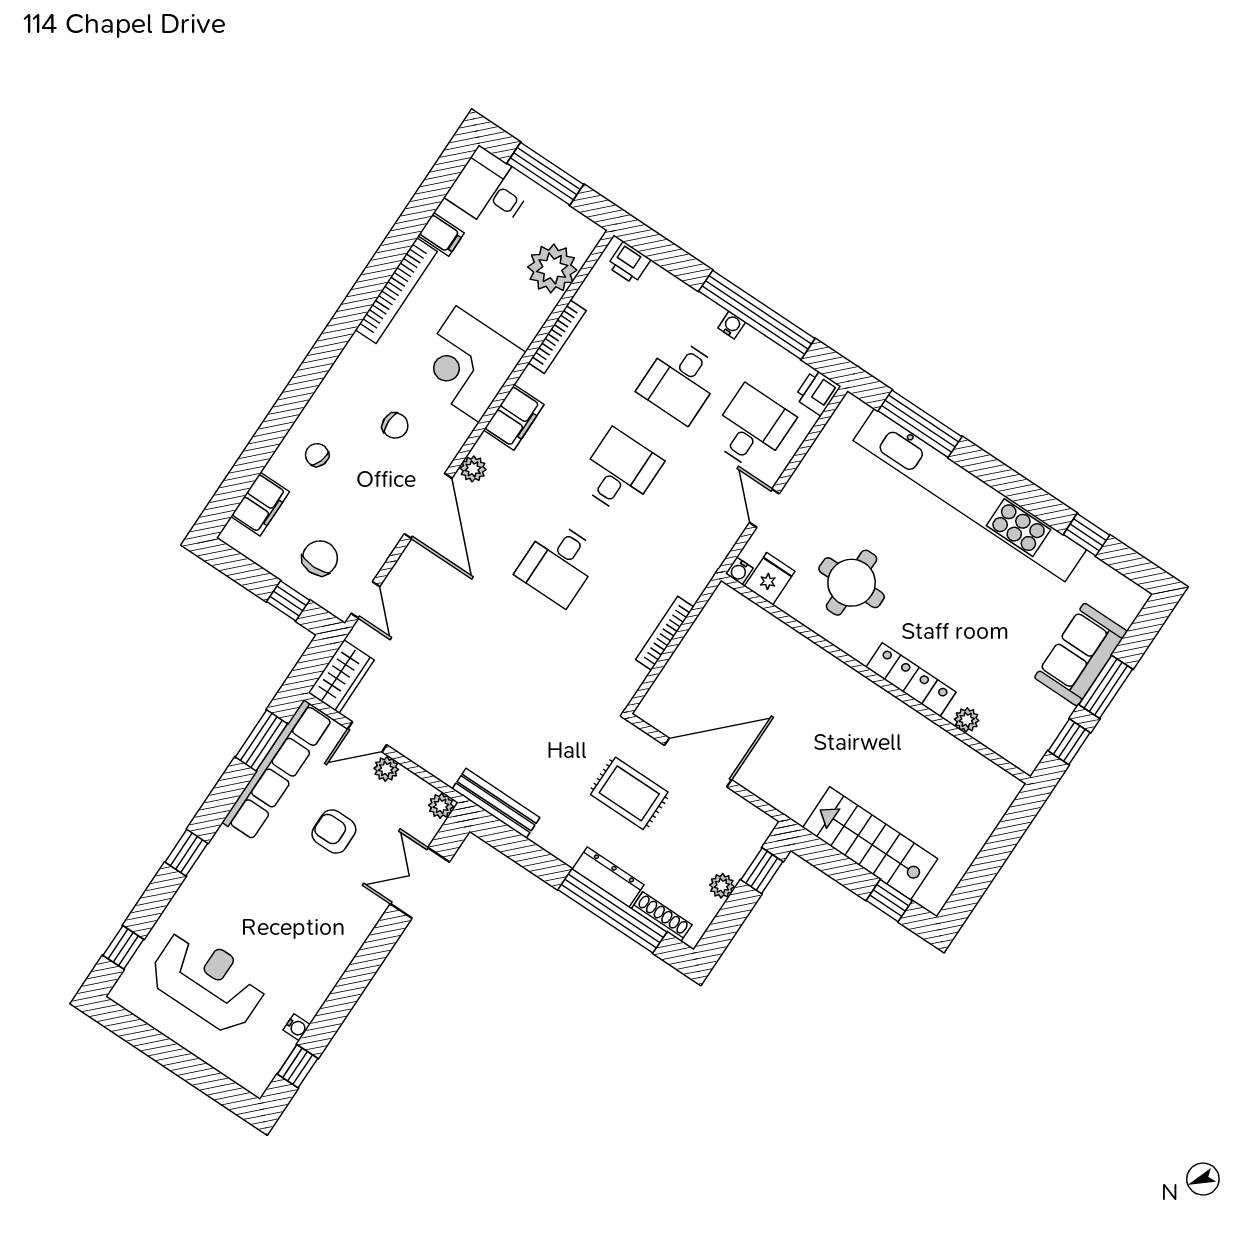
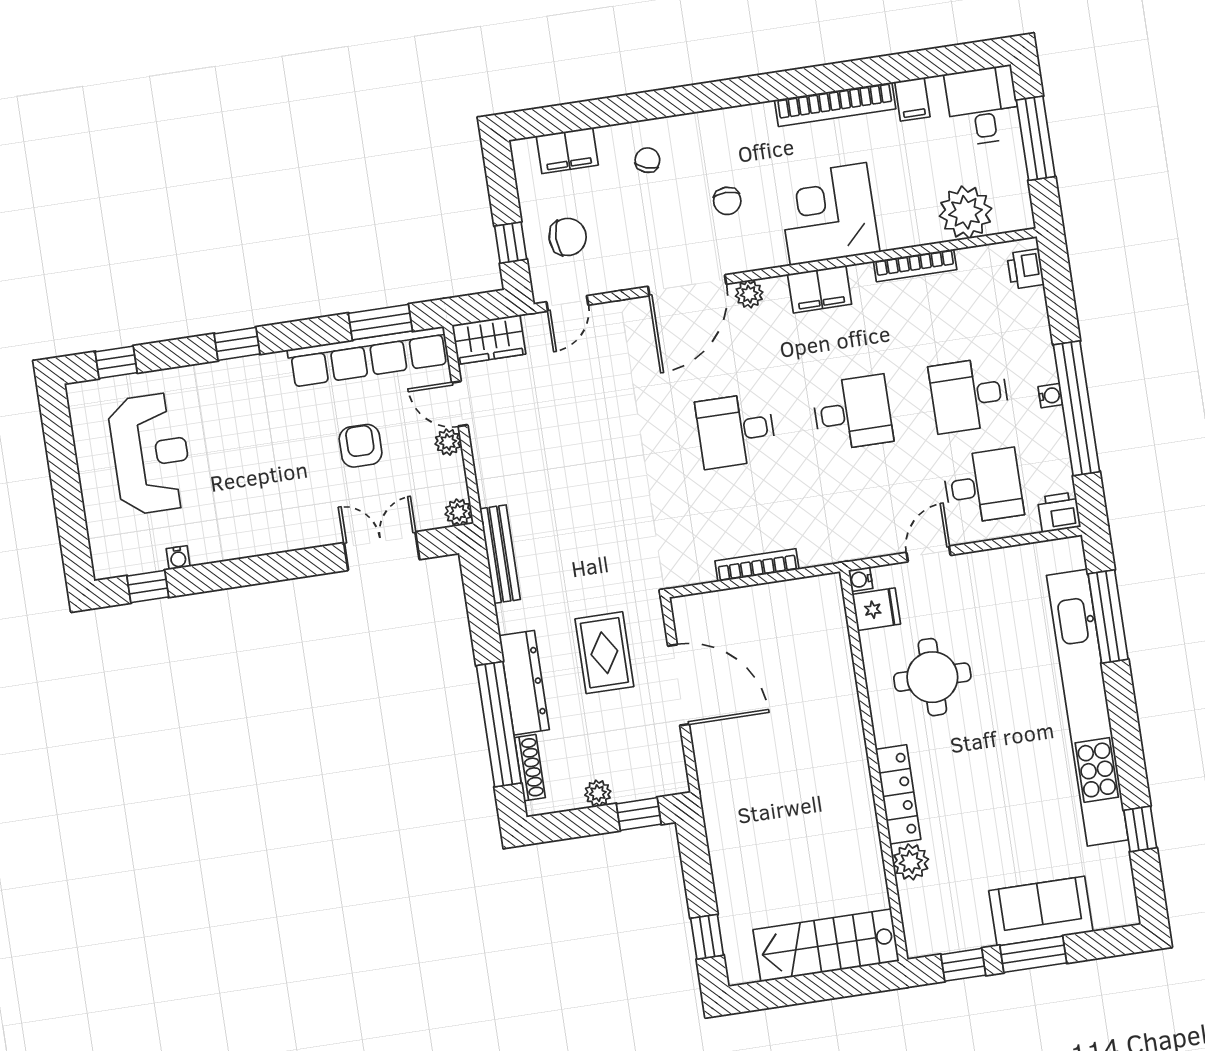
plant: (967, 720) -> (911, 862), width x1.38, depth x1.38
stairs: (870, 843) -> (826, 945), moved, turned -90
dresser: (608, 877) -> (524, 683), width x1.37, depth x1.24

